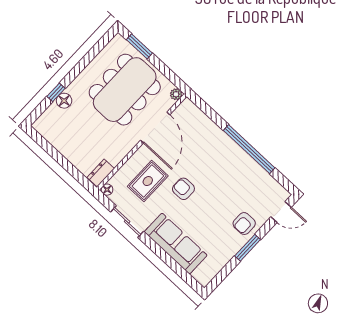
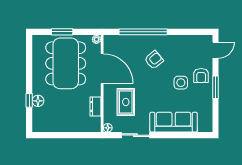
window: (139, 46) -> (62, 32), moved
window: (249, 149) -> (143, 32), moved
dresser: (101, 173) -> (96, 106), moved
armchair: (183, 189) -> (154, 60), moved, turned 141
side table: (218, 212) -> (181, 83), added

